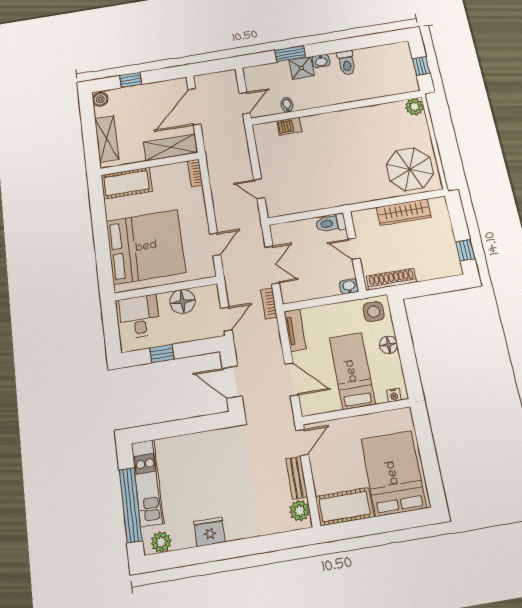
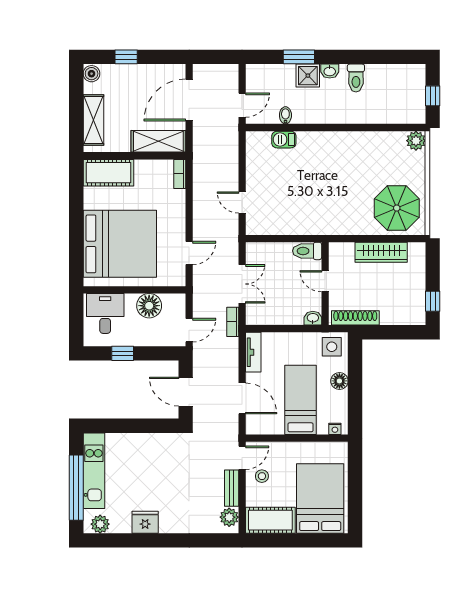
stool: (327, 459) -> (262, 476), added

